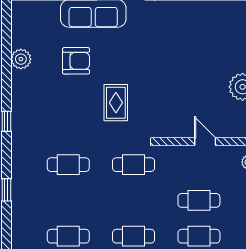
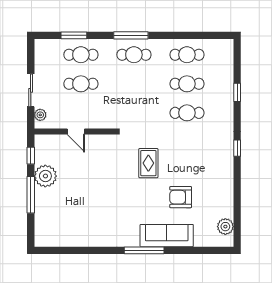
plant: (21, 59) -> (225, 227), moved
cafe table: (134, 165) -> (187, 84), moved

